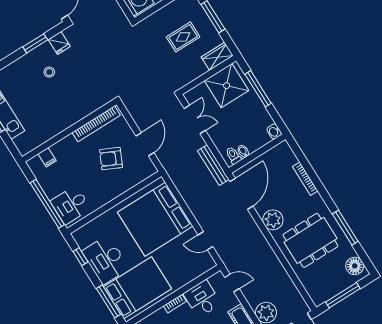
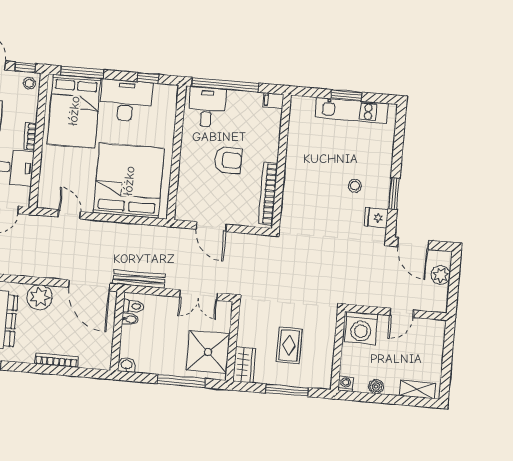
filing cabinet: (47, 157) -> (273, 101), moved
armchair: (111, 159) -> (228, 160), moved, turned 65
door: (205, 241) -> (69, 214), hinge flipped

